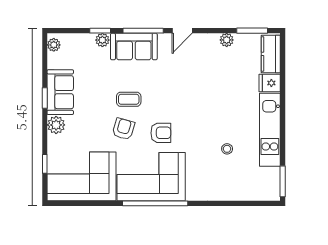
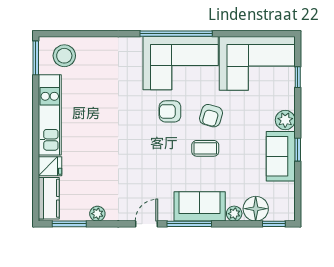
window: (100, 31) -> (274, 224), moved
floor lamp: (83, 44) -> (256, 209), added
plant: (54, 45) -> (288, 208), removed
stool: (227, 149) -> (64, 56), moved, width x1.89, depth x1.89

